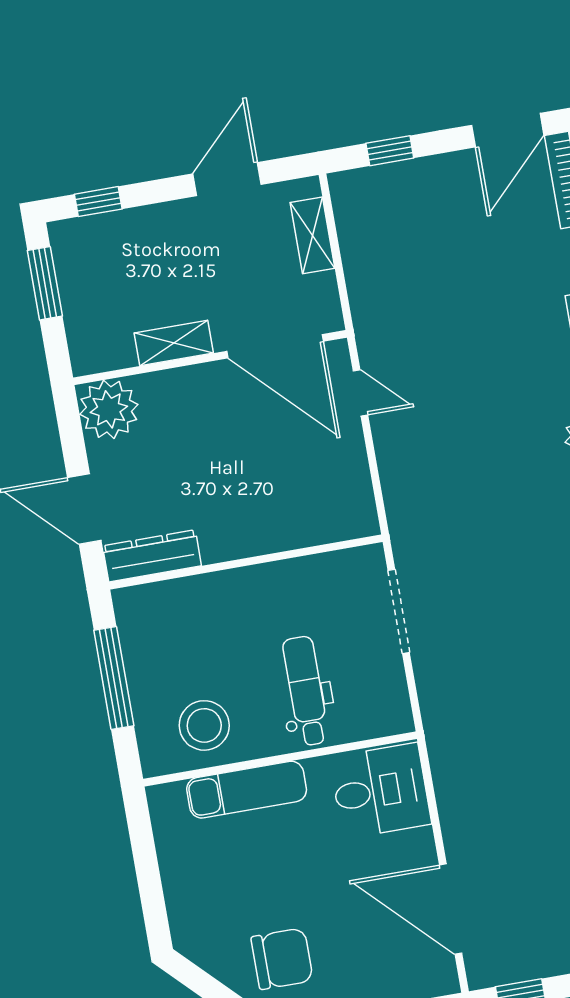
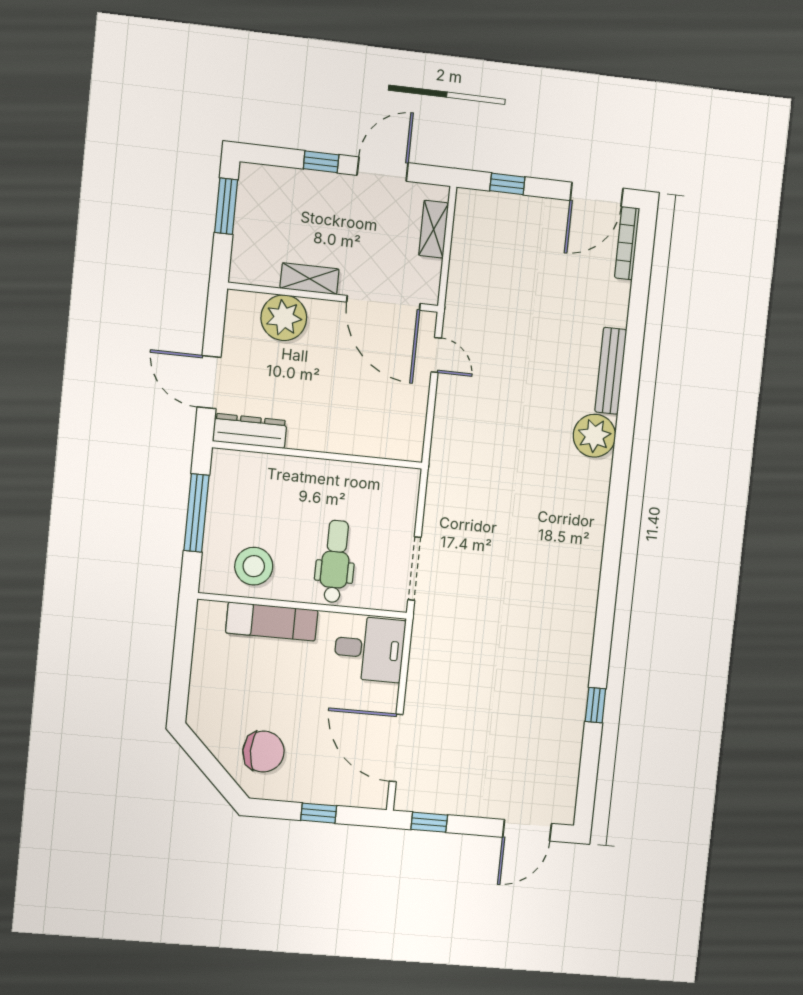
window: (98, 202) -> (321, 162), moved
plant: (109, 409) -> (284, 318), moved
doorway: (399, 611) -> (414, 569), moved

